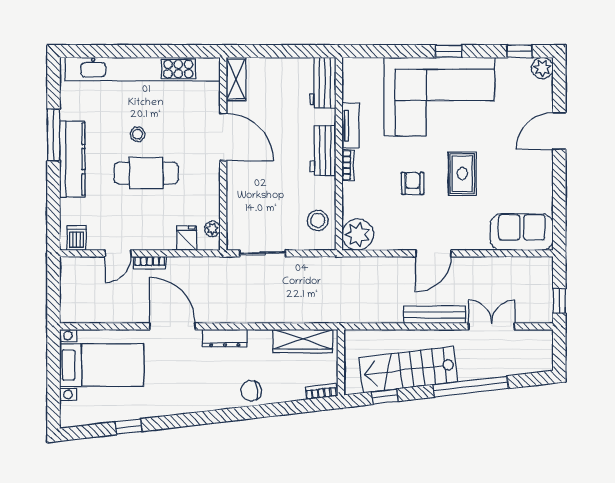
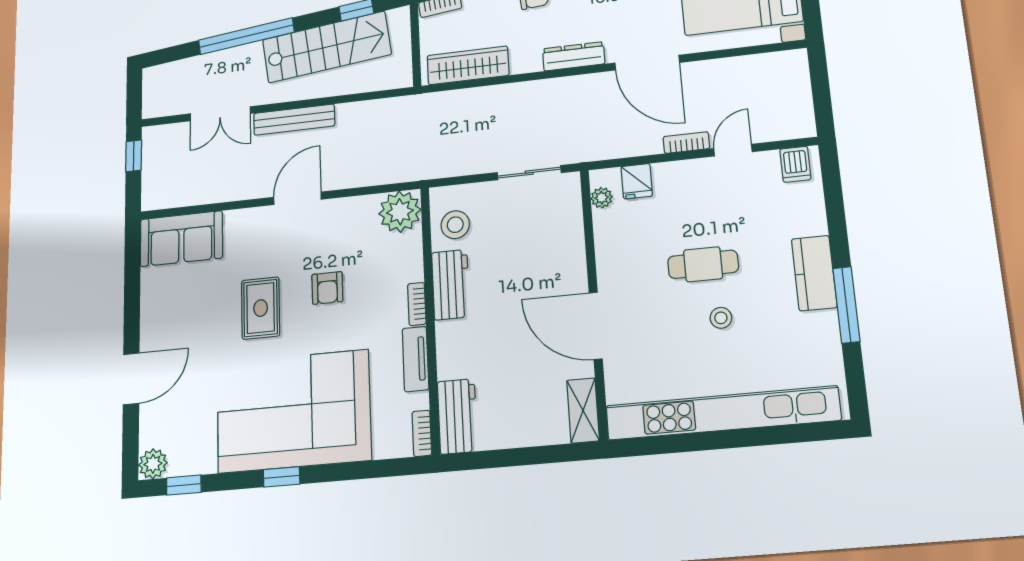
bookcase: (348, 73) -> (422, 433), added
workbench: (323, 151) -> (451, 285), moved
kitchen counter: (72, 159) -> (814, 273), width x0.67
cafe table: (146, 173) -> (703, 264), width x0.73, depth x0.74

